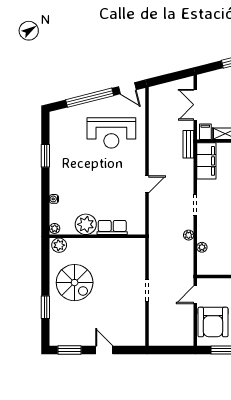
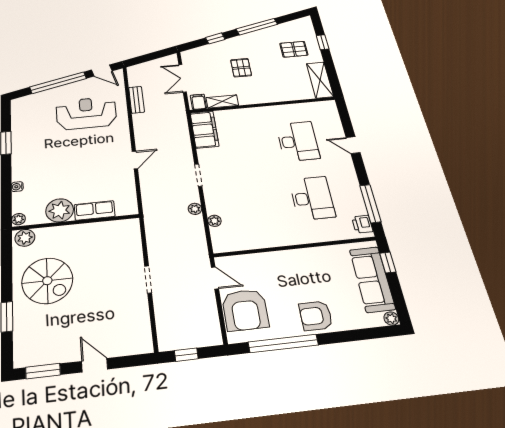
reception desk: (111, 133) -> (86, 113), turned 180
bench: (188, 144) -> (136, 100), moved
door: (195, 295) -> (215, 278), swing flipped
window: (167, 350) -> (186, 355), added

